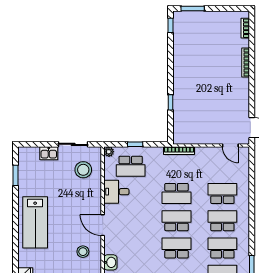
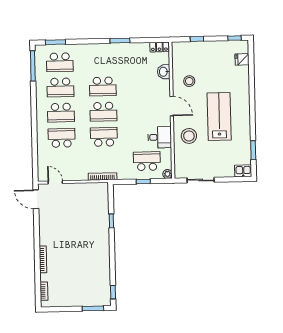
kitchen sink: (49, 153) -> (243, 171), moved
stool: (83, 170) -> (189, 136), moved
school desk: (222, 193) -> (62, 138), turned 180
lab bench: (35, 222) -> (219, 116), moved

